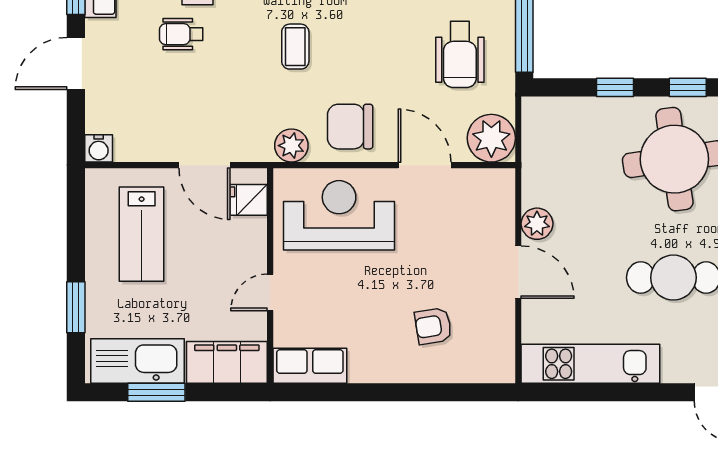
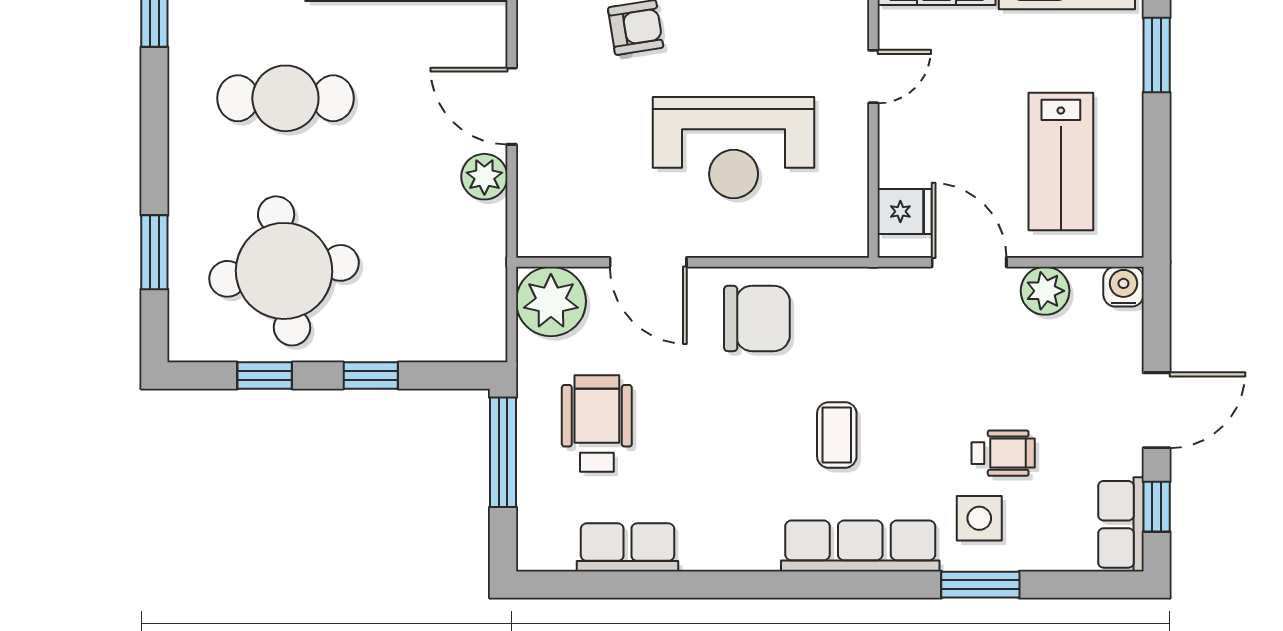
plant: (291, 146) -> (1045, 291), moved
reception desk: (339, 215) -> (734, 148), moved
lab bench: (142, 234) -> (1061, 162), turned 180

